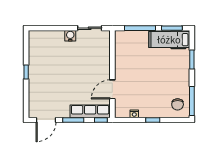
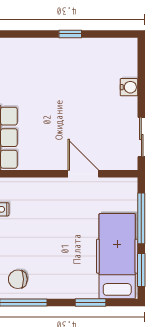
water cooler: (70, 36) -> (129, 87), moved
hospital bed: (169, 40) -> (117, 256), width x1.37, depth x1.29
door: (112, 89) -> (83, 174), moved

